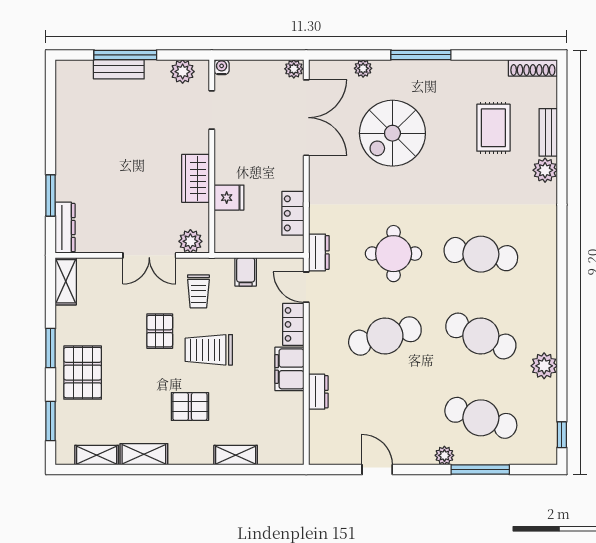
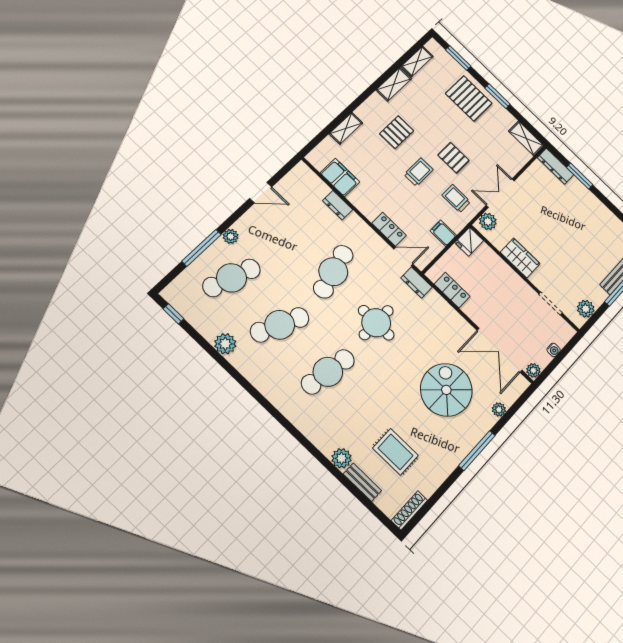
water cooler: (222, 67) -> (554, 350), moved
fridge: (229, 198) -> (469, 242), moved
trolley: (209, 350) -> (419, 172), width x0.73, depth x0.72
filing cabinet: (289, 369) -> (340, 177), moved

